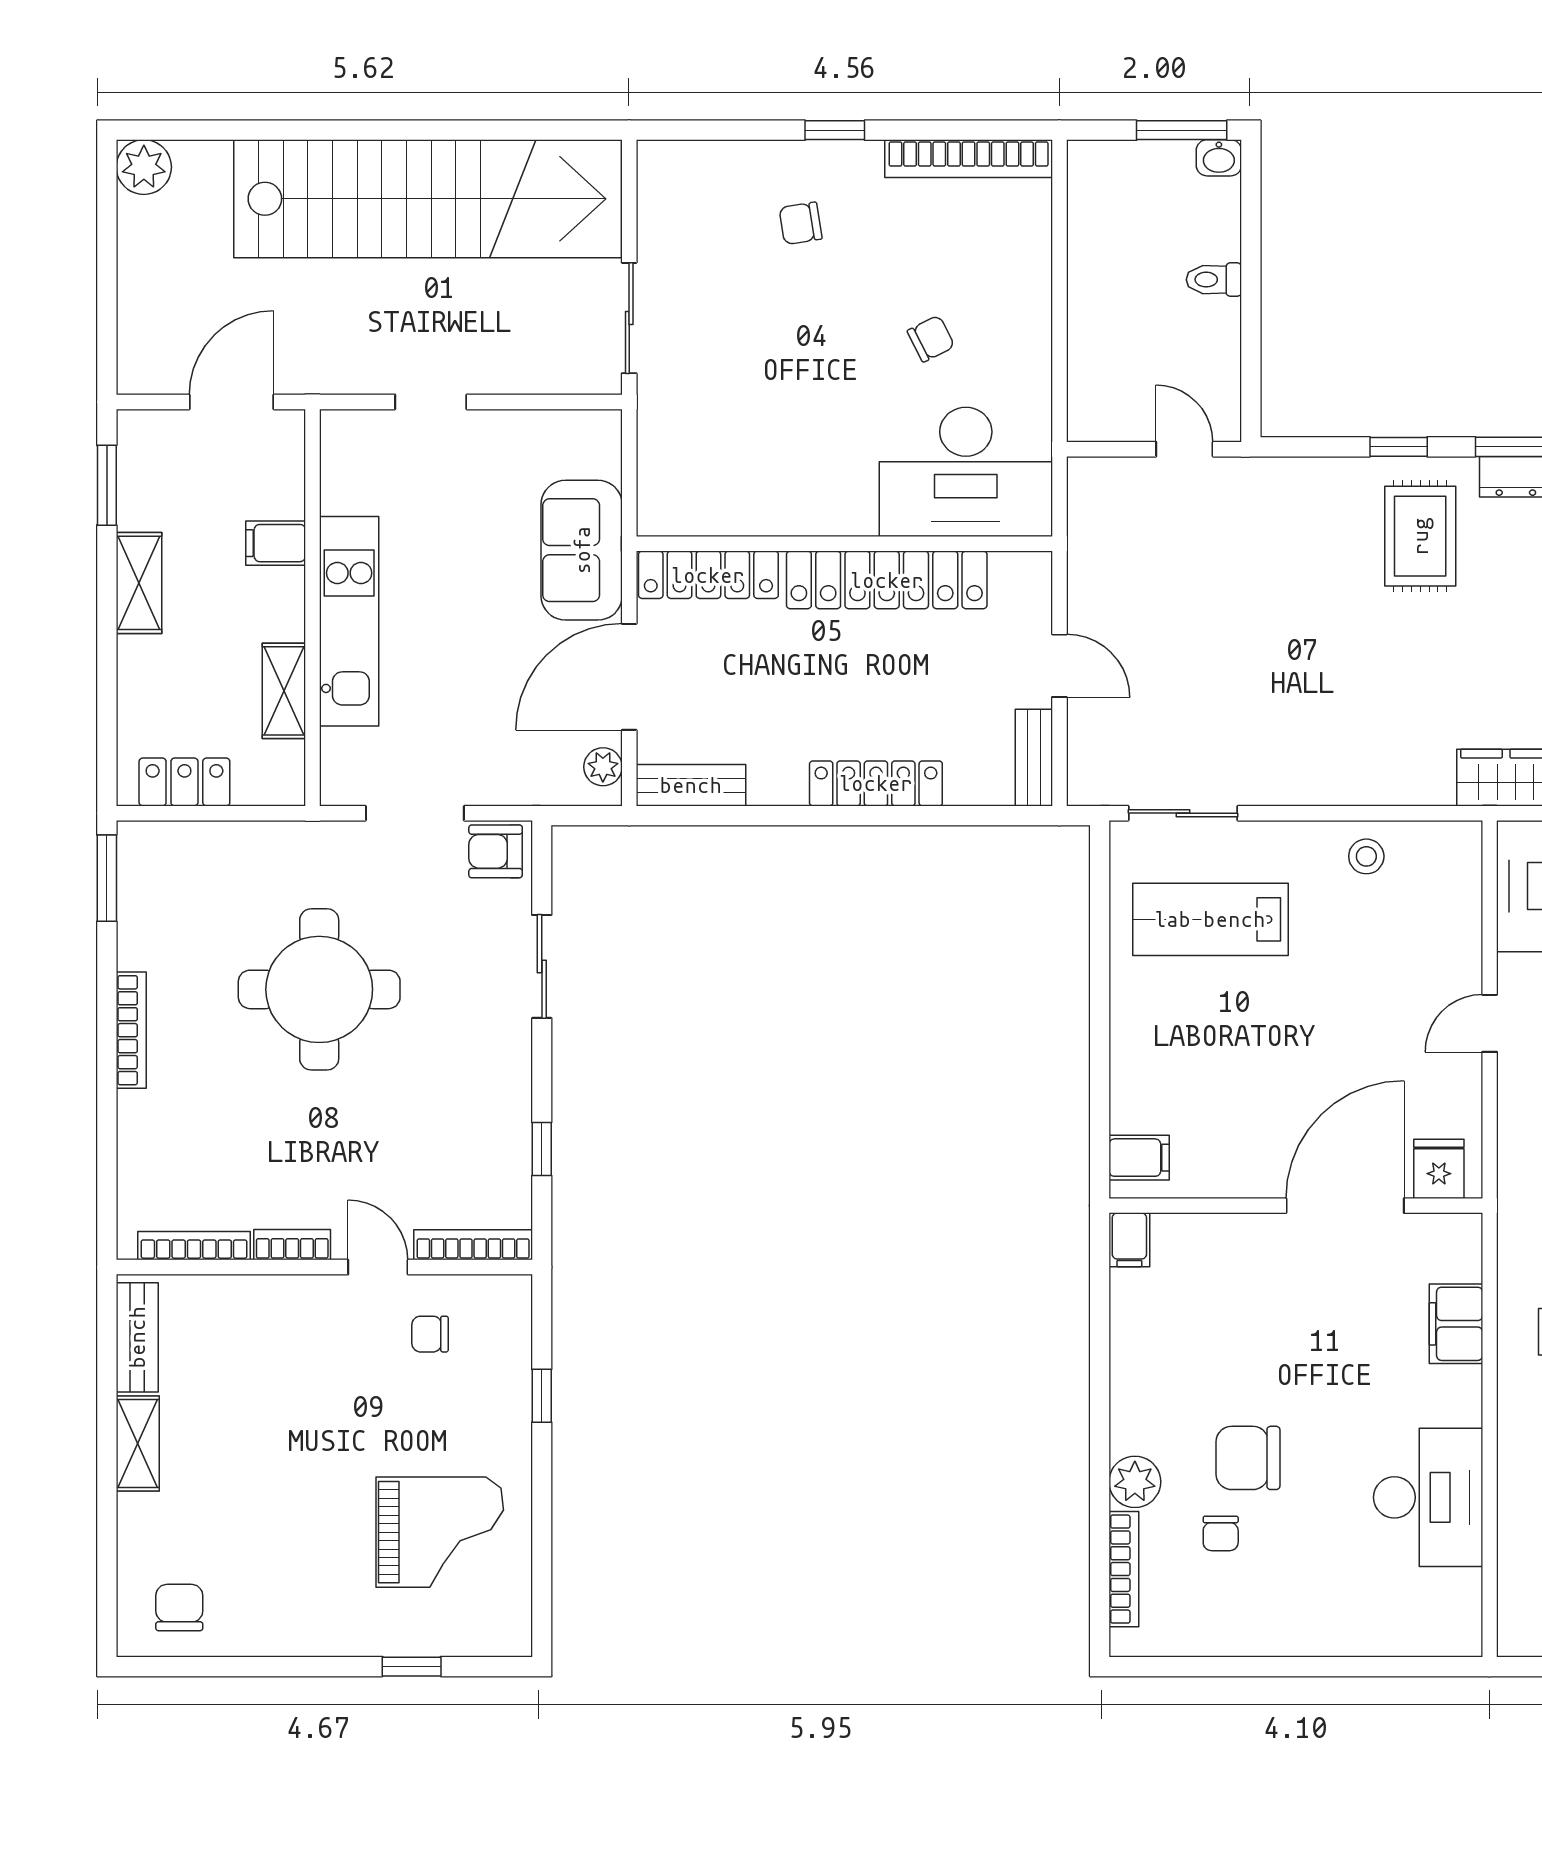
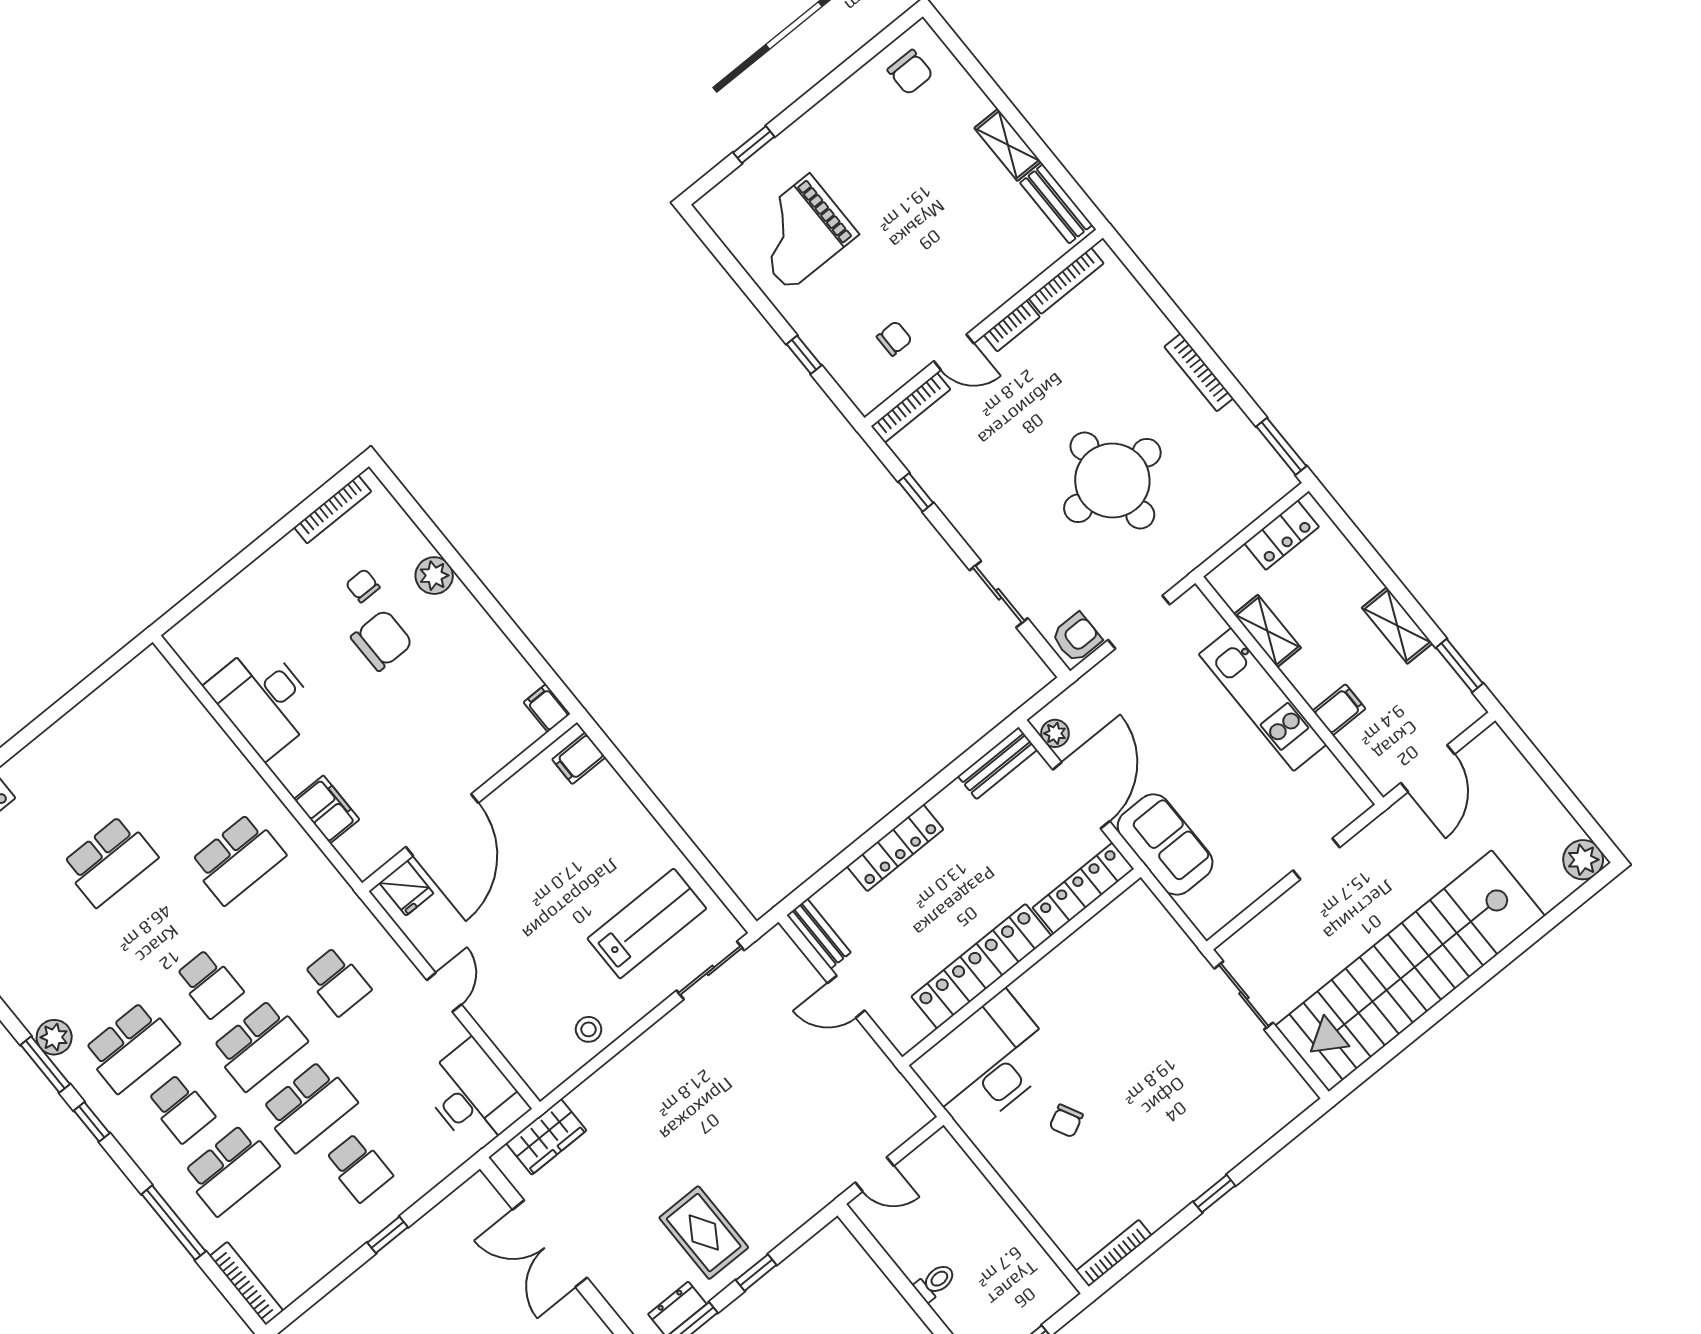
bookcase: (969, 159) -> (1114, 1253), width x0.68, depth x0.76
chair: (801, 223) -> (1191, 1126), removed
bookcase: (1124, 1569) -> (333, 509), moved, turned -90

